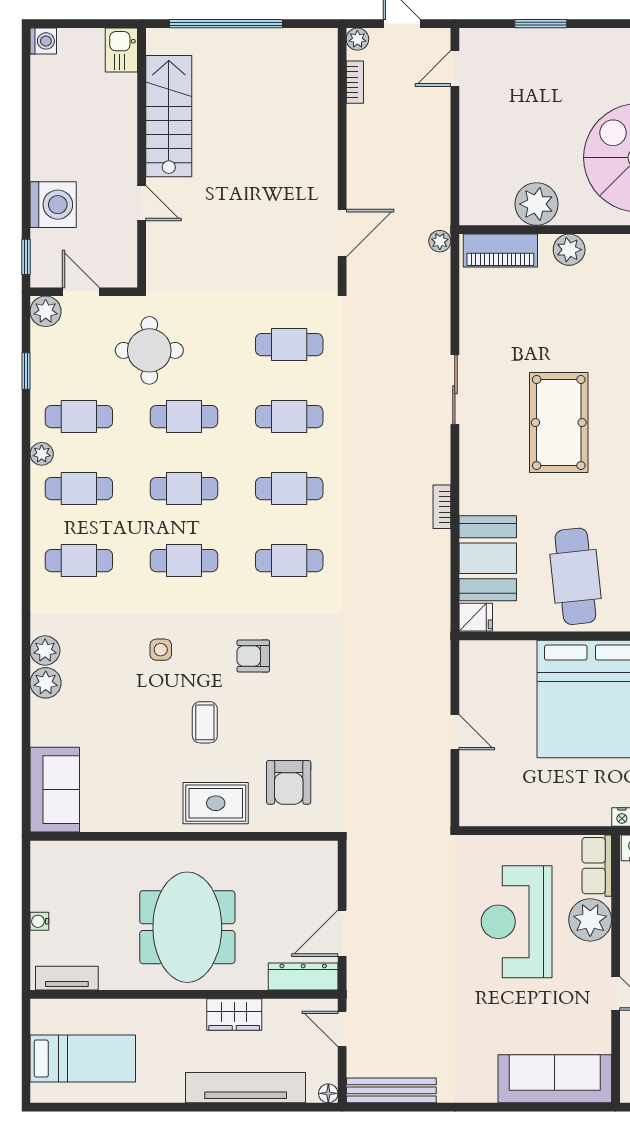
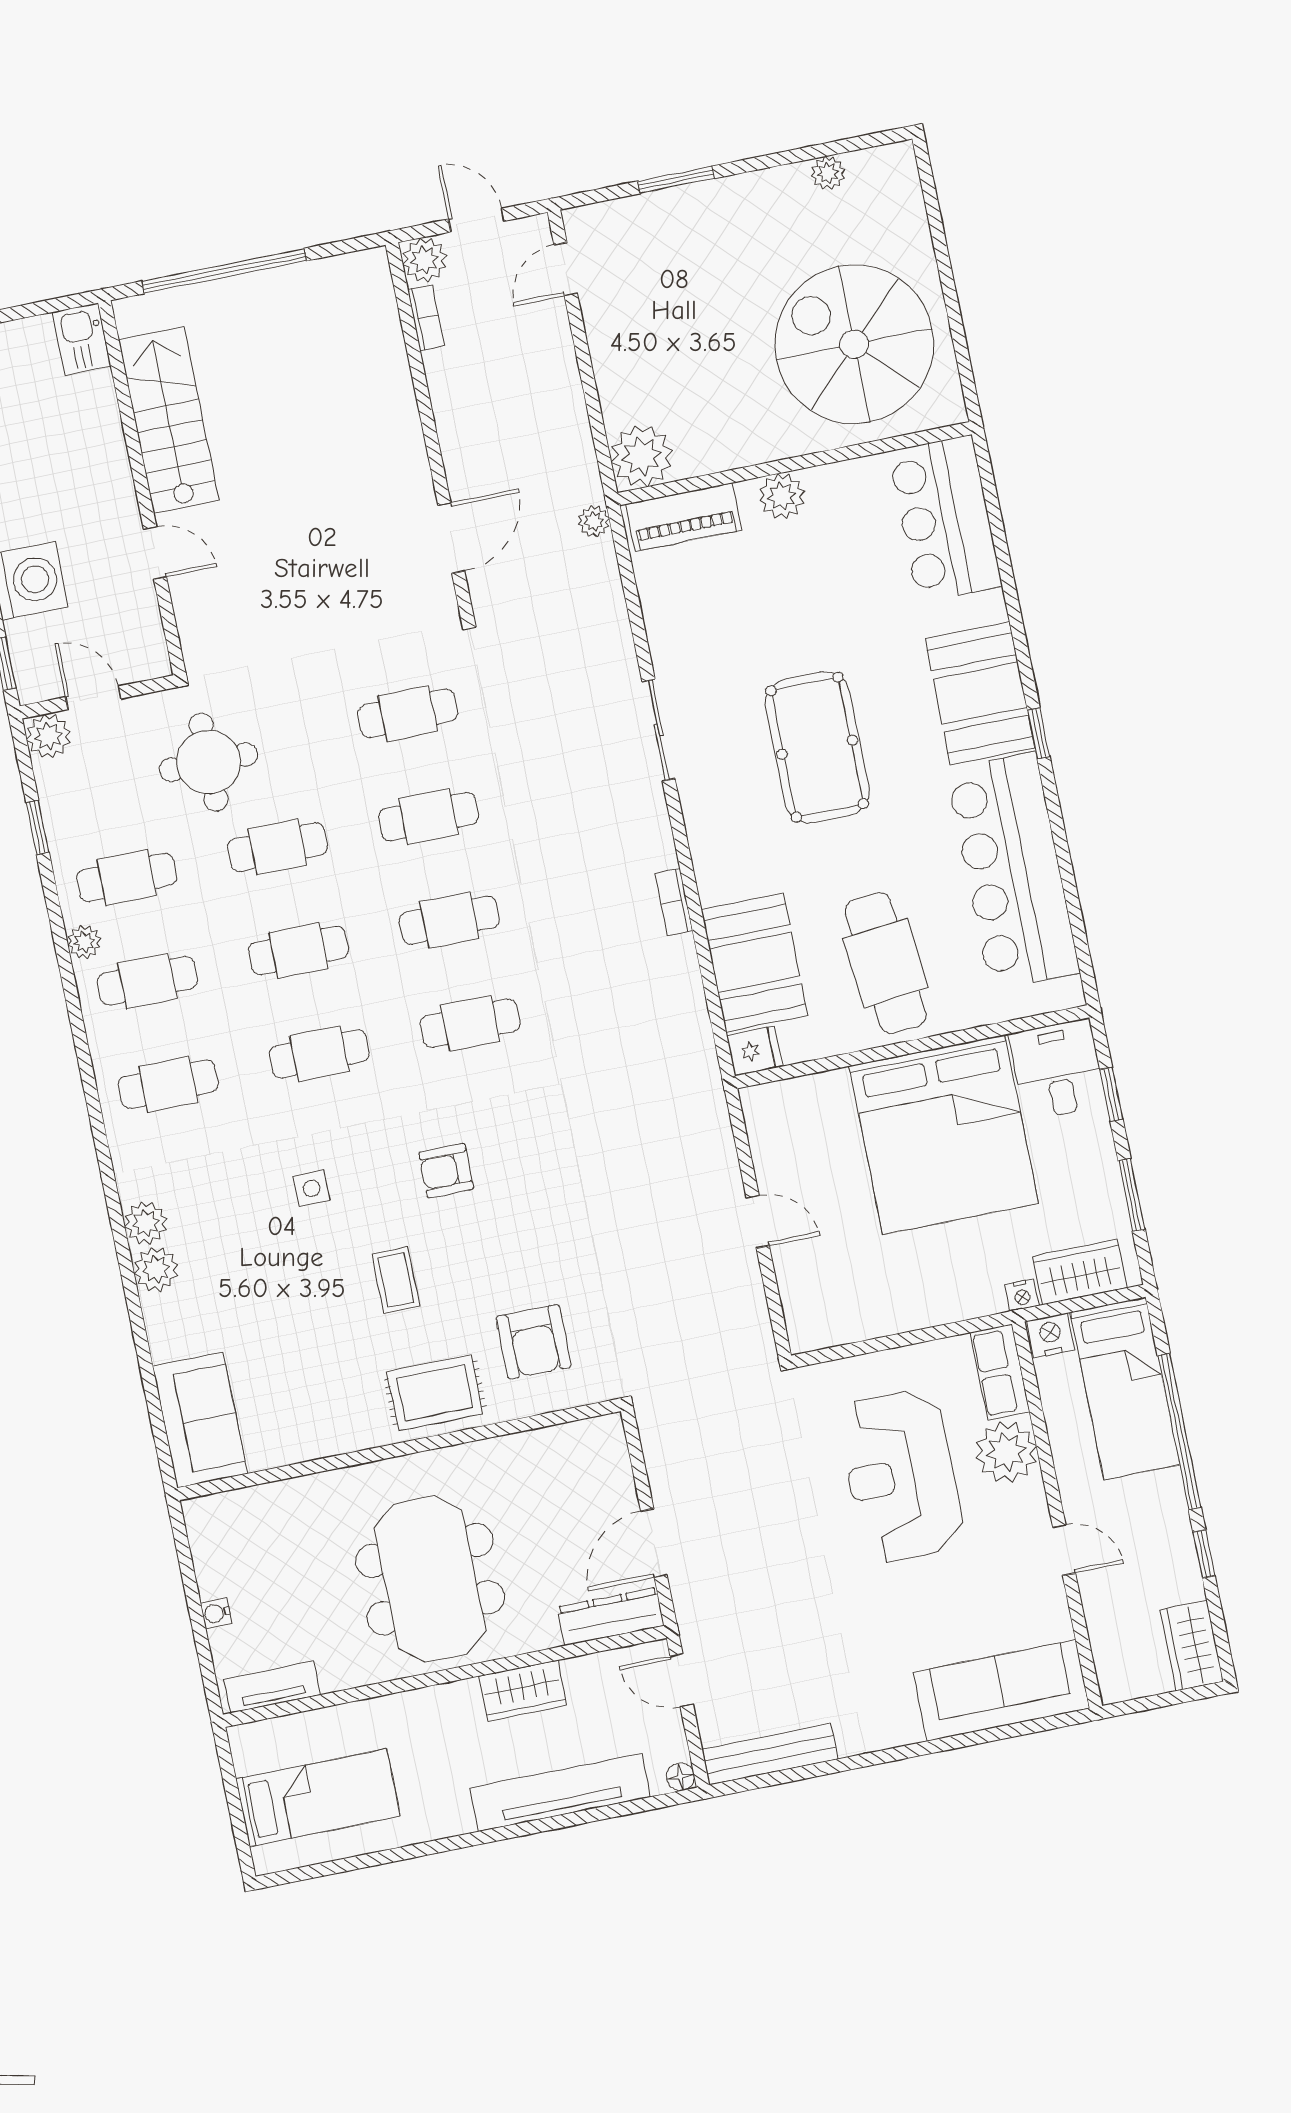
plant: (357, 39) -> (424, 260), width x1.38, depth x1.38
plant: (536, 204) -> (642, 456), moved

